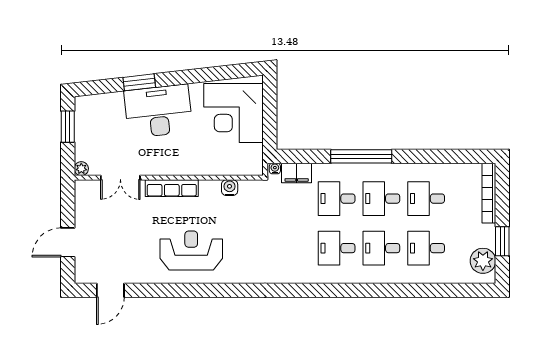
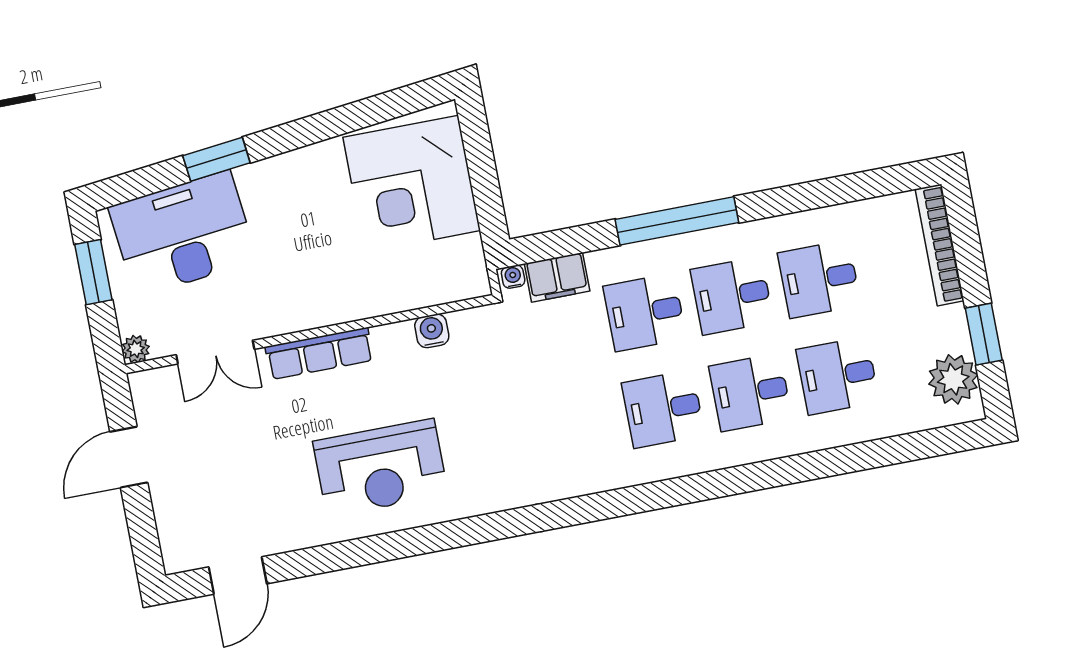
desk: (158, 111) -> (183, 234), moved
door: (68, 242) -> (129, 457), moved
reception desk: (191, 251) -> (380, 468), turned 180

